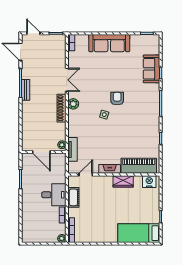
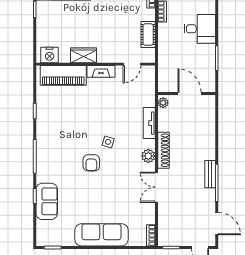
tv unit: (73, 149) -> (149, 123), moved
desk: (54, 195) -> (200, 29), moved, turned 180

